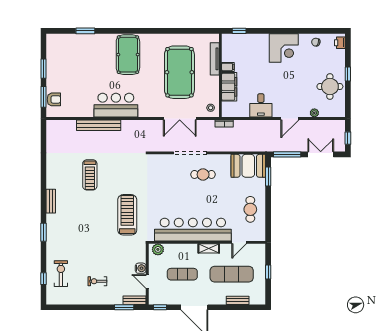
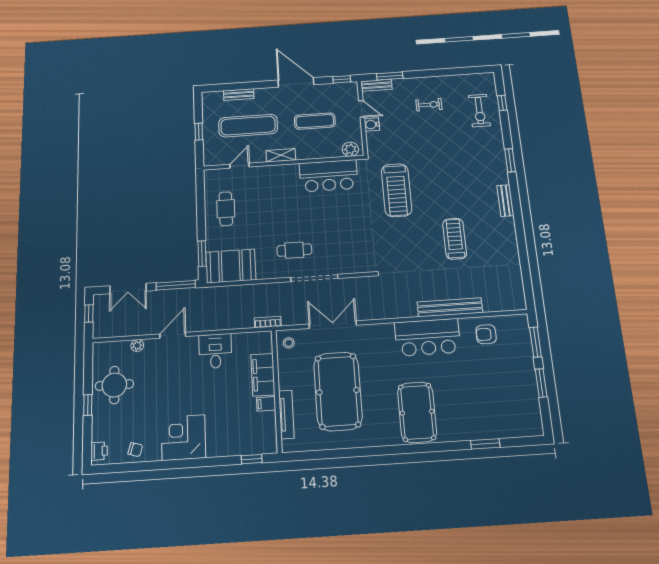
armchair: (54, 99) -> (486, 334), moved
bar counter: (193, 230) -> (329, 176), width x0.54

